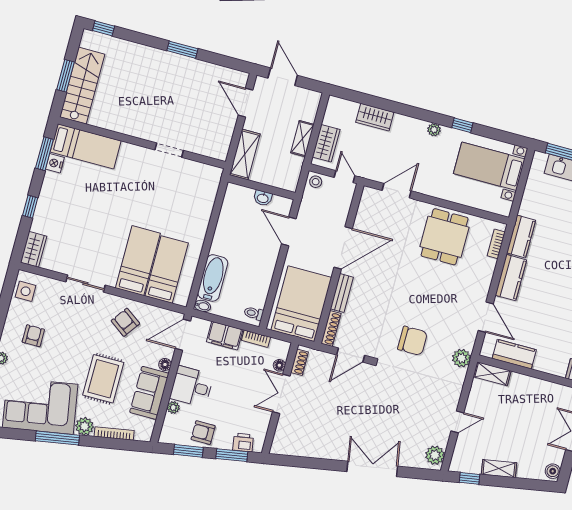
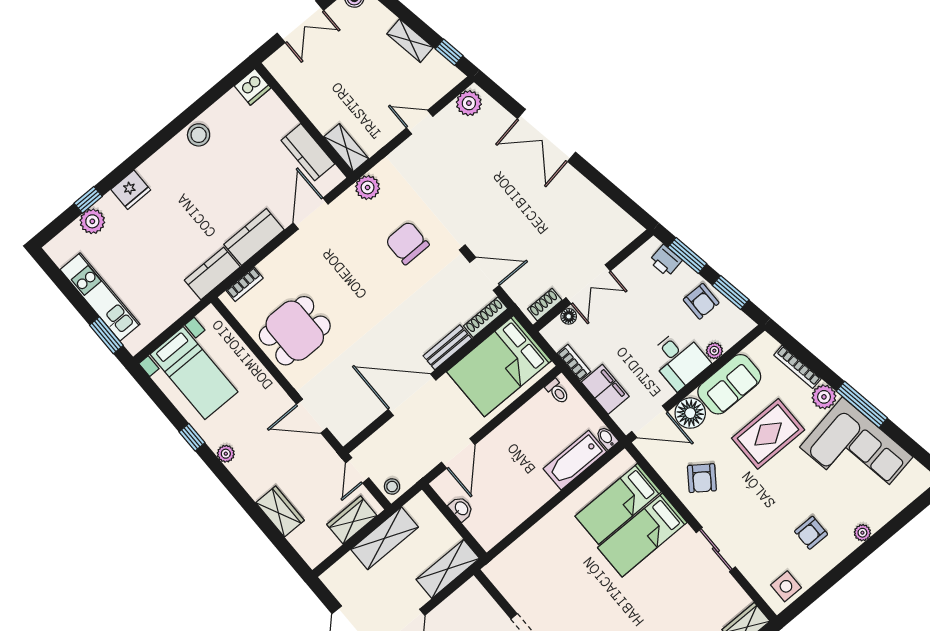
shelving: (302, 139) -> (385, 538), width x1.50, depth x1.33
floor lamp: (165, 364) -> (690, 413), width x1.89, depth x1.89

